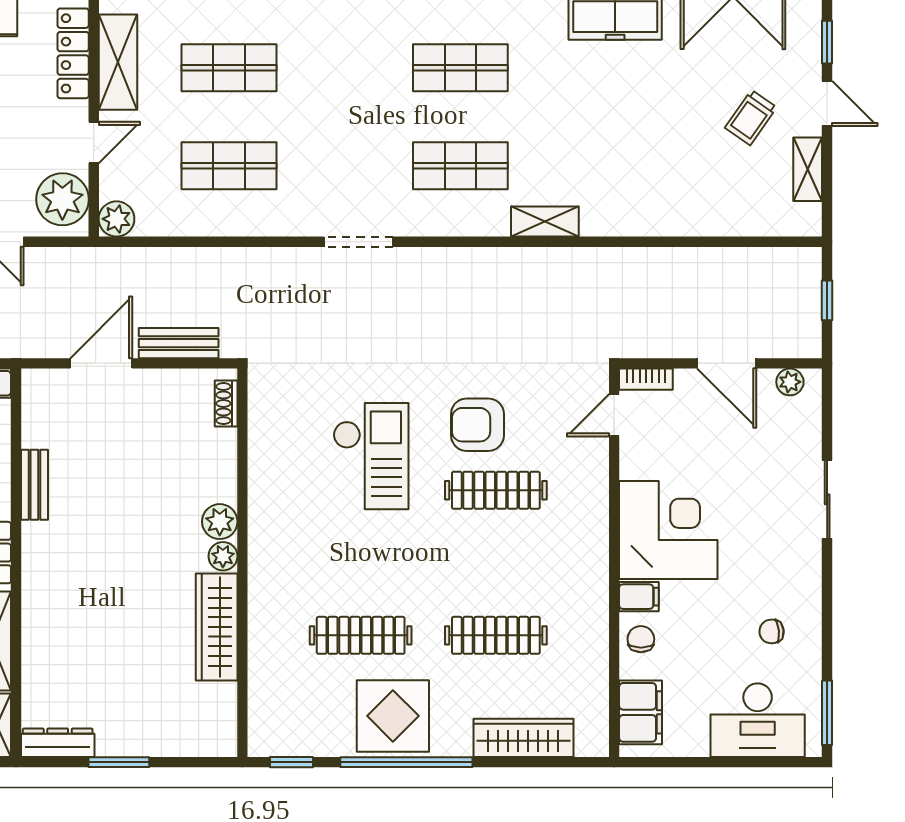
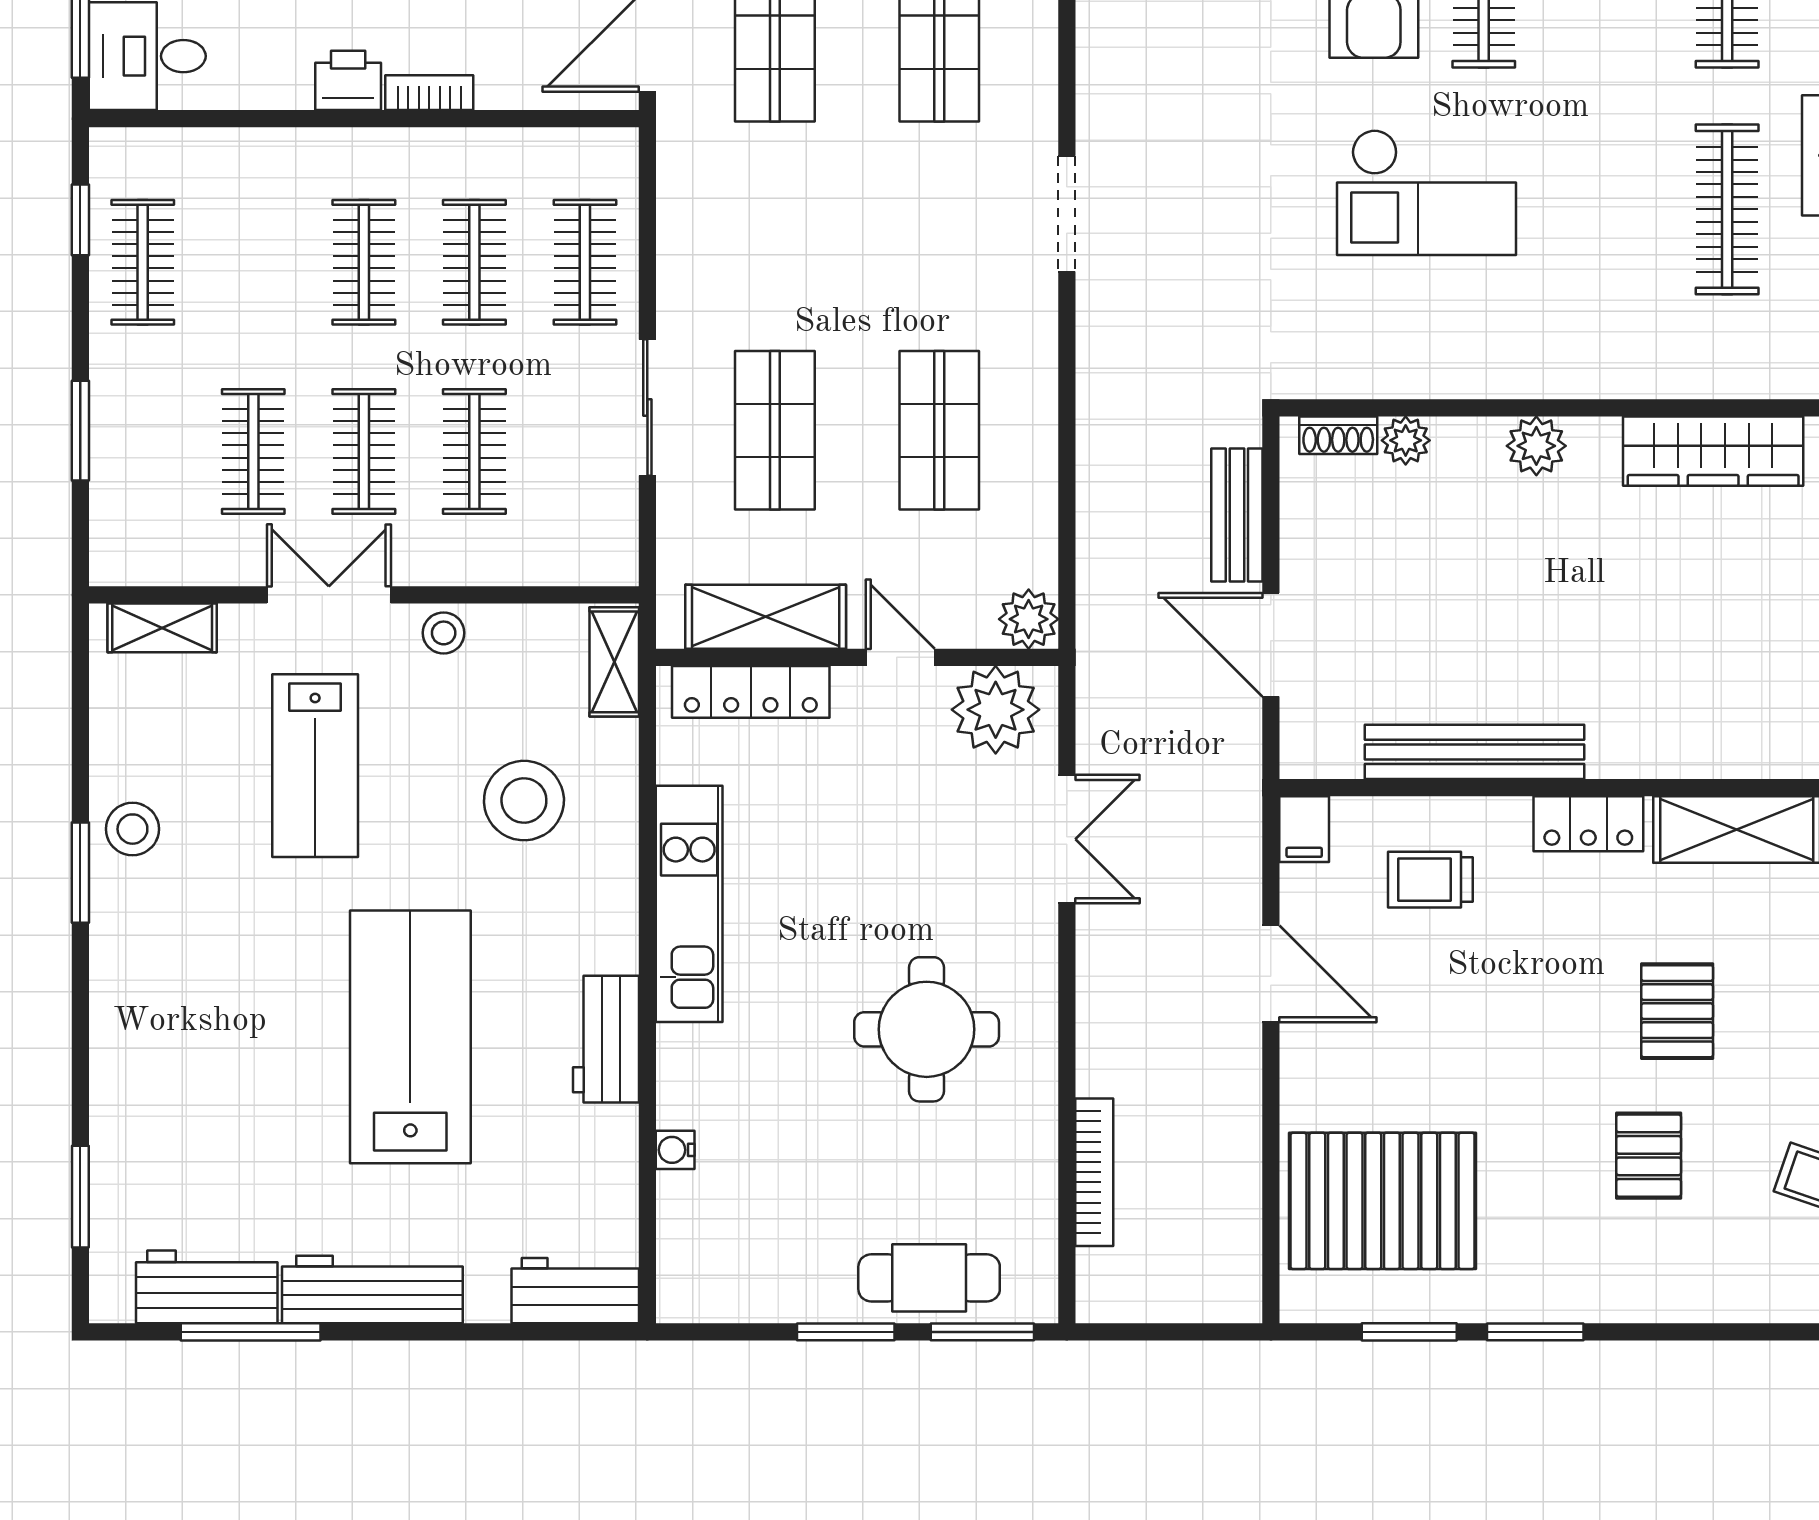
checkout: (371, 456) -> (1427, 192), turned 180
bench: (34, 485) -> (1474, 752), width x1.86, depth x1.21
plant: (223, 556) -> (1406, 440), moved

